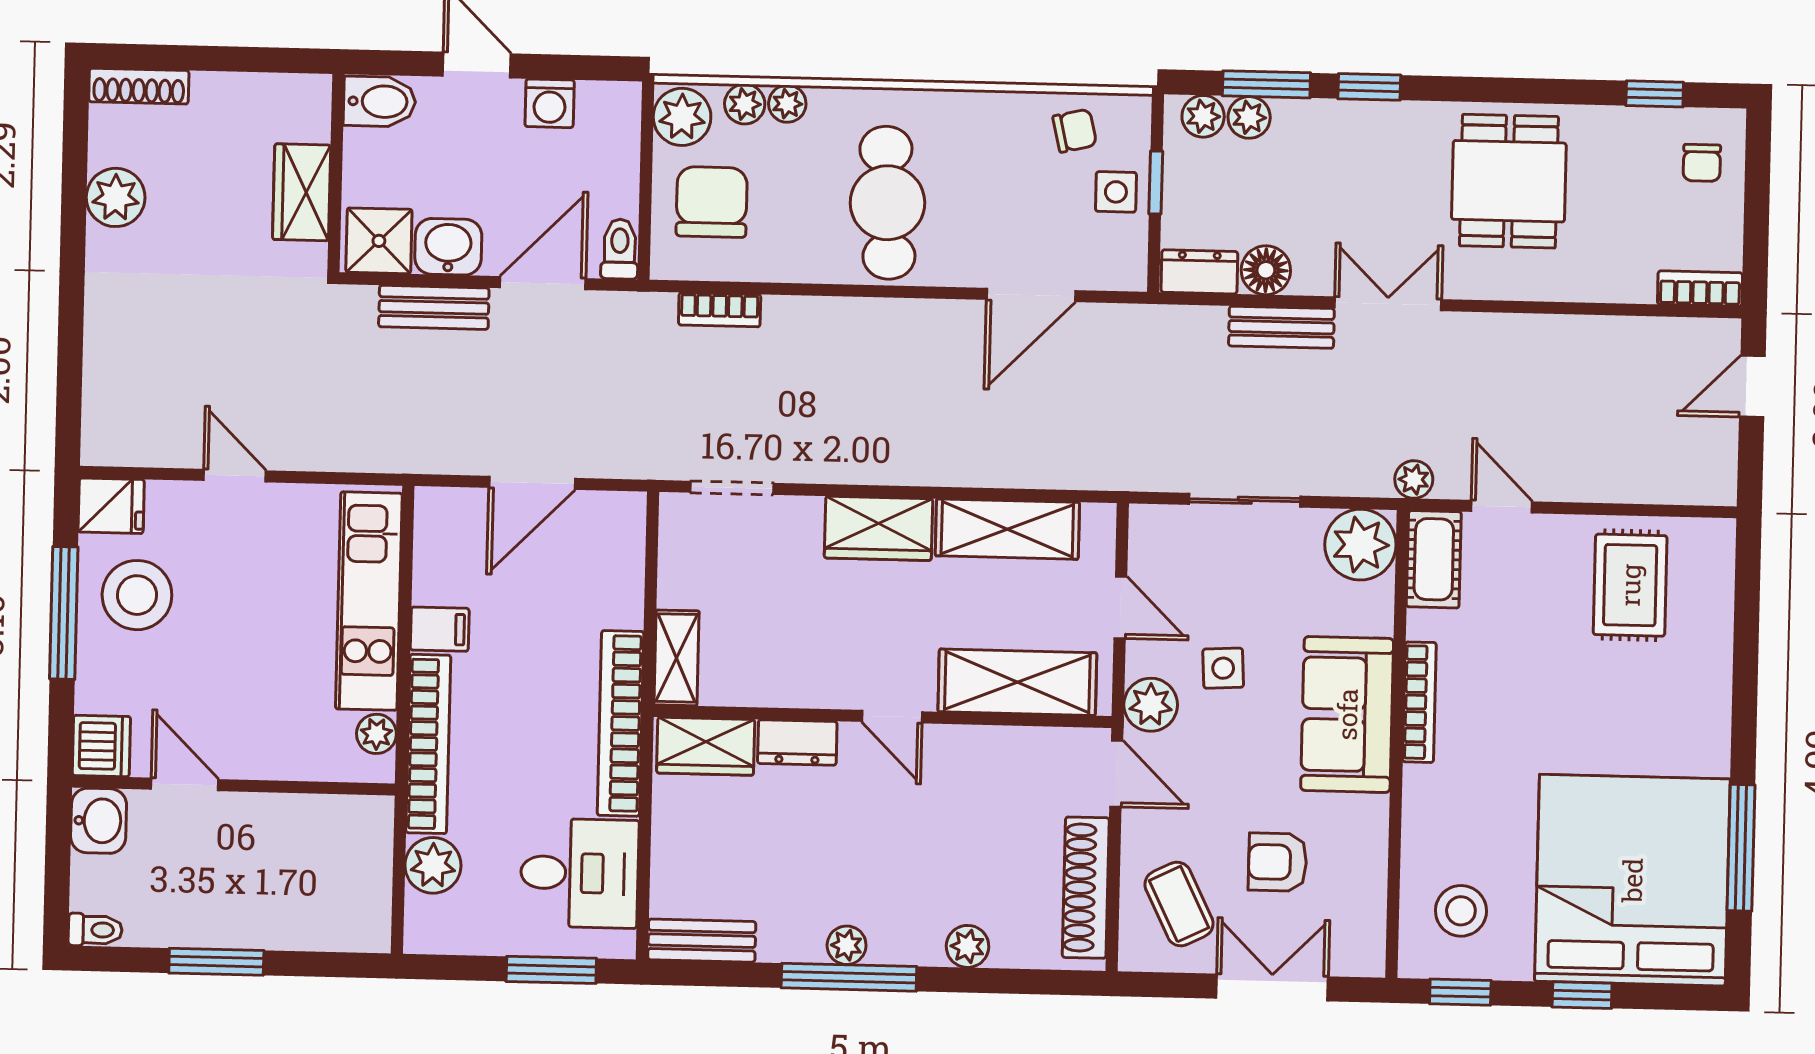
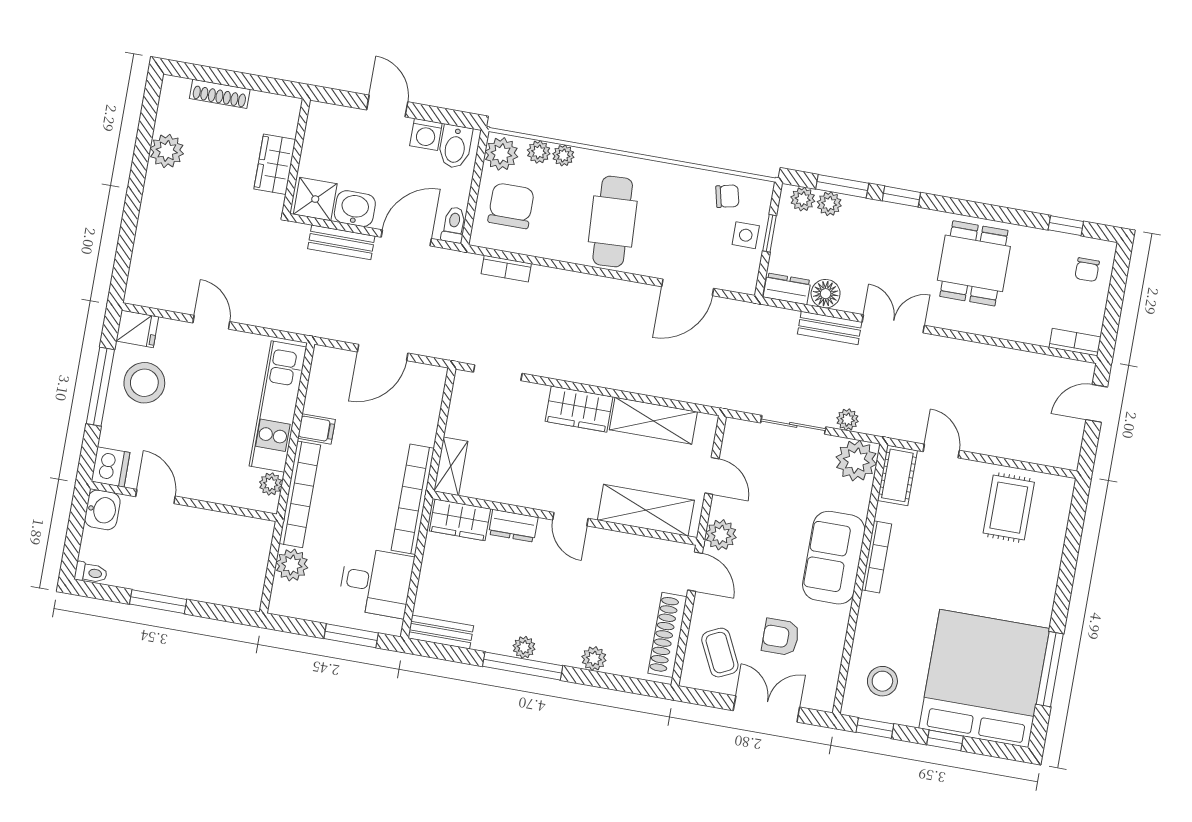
shoe rack: (139, 86) -> (220, 94), moved
bidet: (380, 102) -> (455, 147), moved, turned 90
plant: (1414, 479) -> (848, 420), moved
side table: (1223, 668) -> (766, 520), removed

